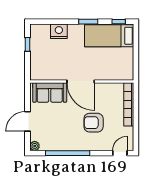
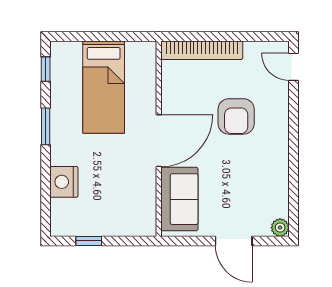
bed: (109, 36) -> (104, 87), moved
window: (68, 153) -> (294, 165), removed

